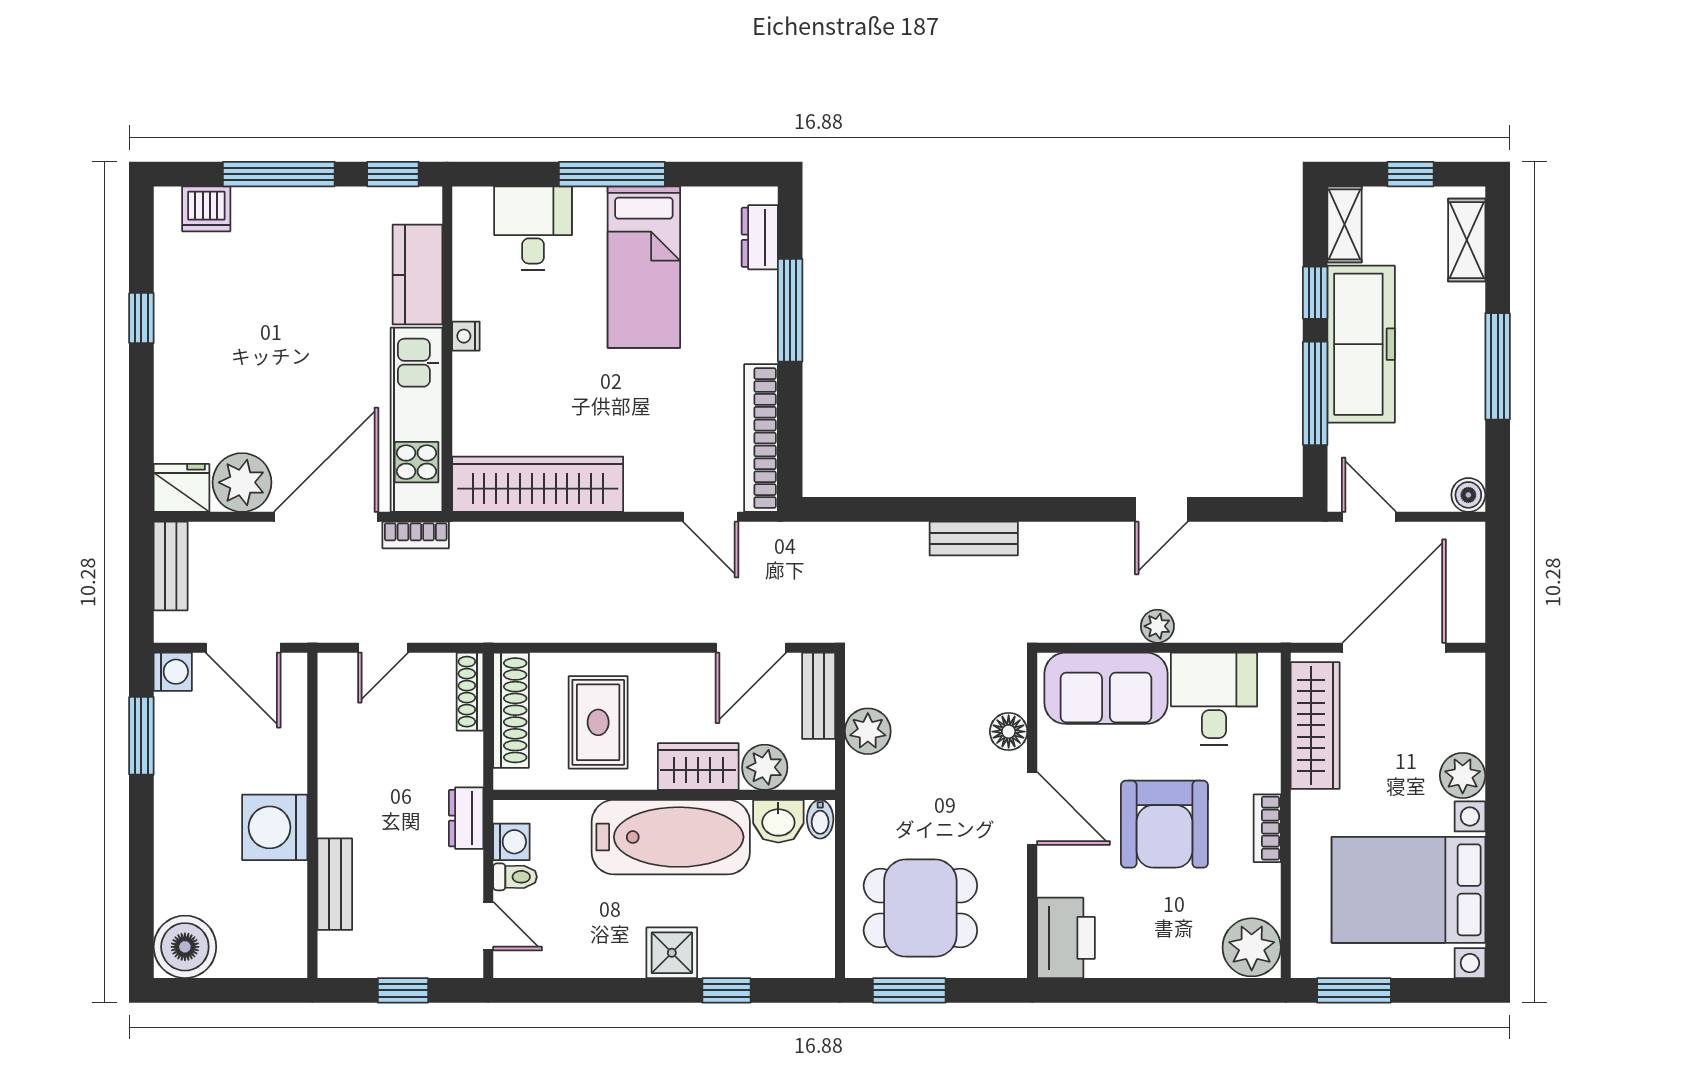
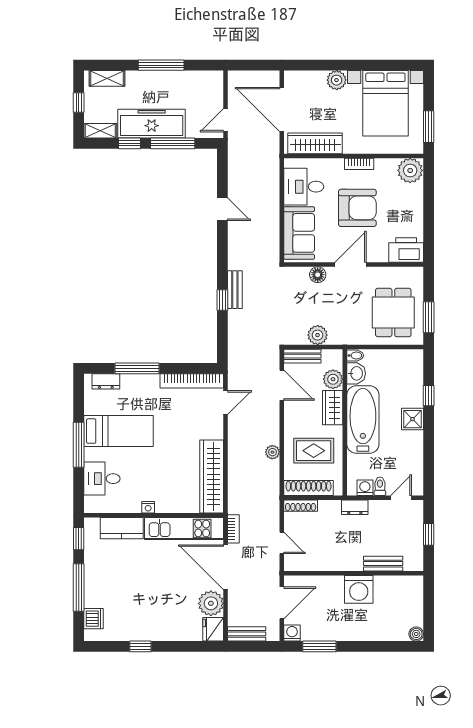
boiler: (1468, 495) -> (216, 78), removed
window: (950, 509) -> (222, 300), added
plant: (1157, 626) -> (272, 452), moved
boiler: (185, 947) -> (416, 634), width x0.54, depth x0.54

